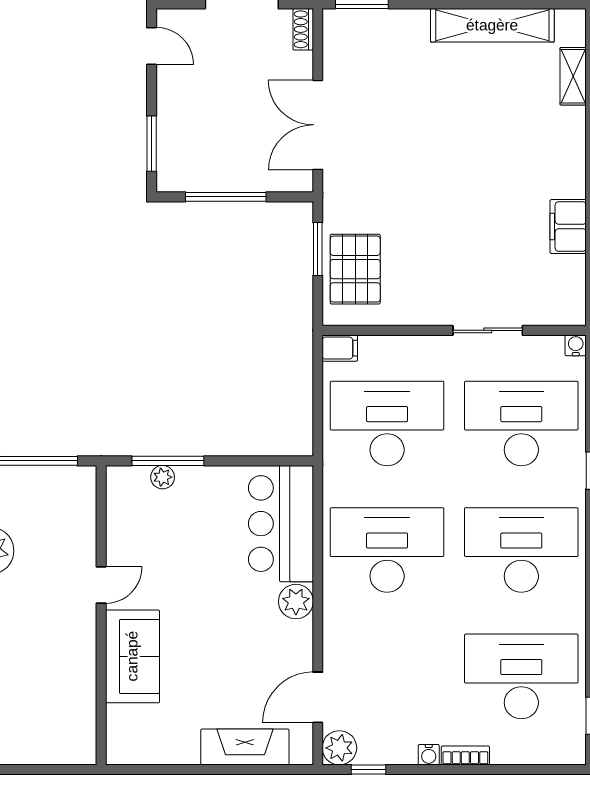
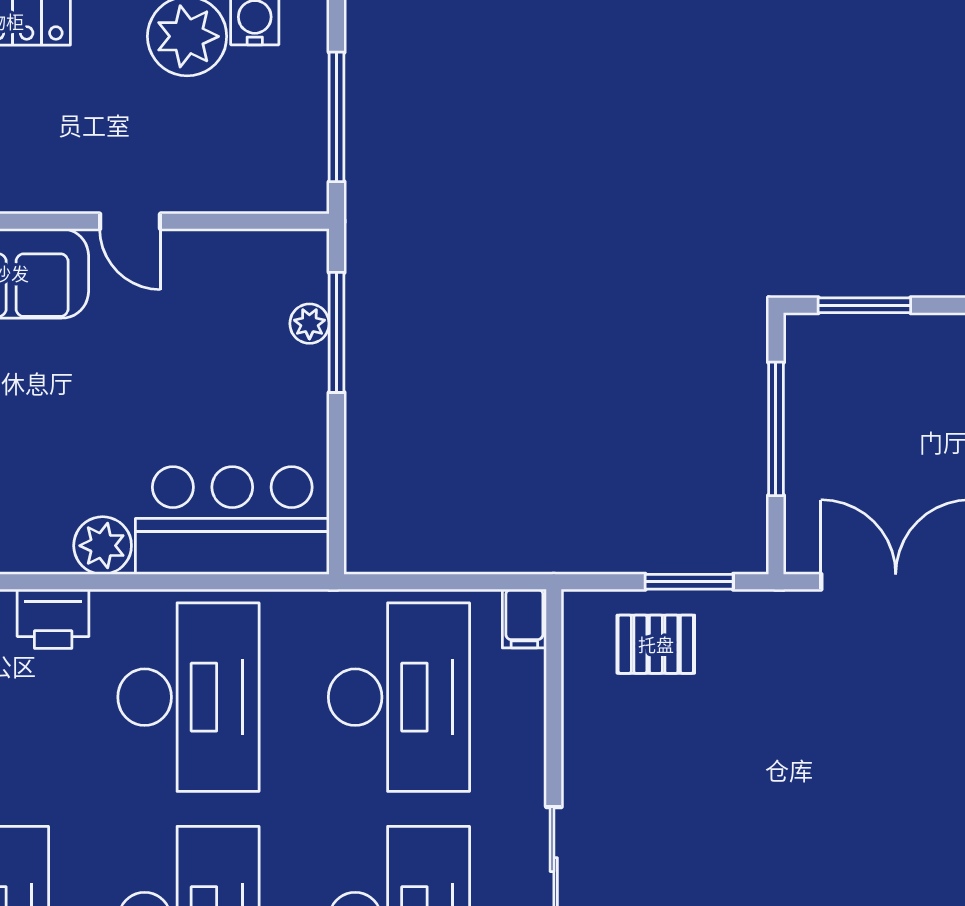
pallet: (355, 269) -> (656, 644), width x0.67, depth x0.71
printer: (340, 631) -> (53, 619), added

